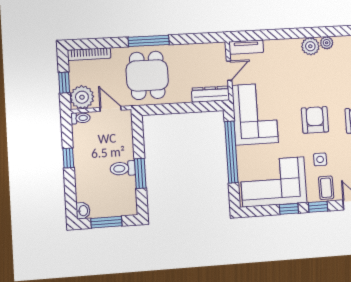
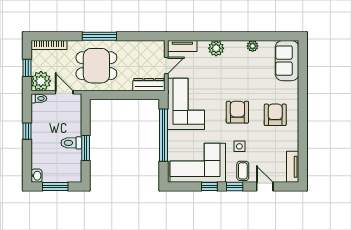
plant: (310, 46) -> (216, 48), moved
dining table: (147, 75) -> (96, 66), turned 90

